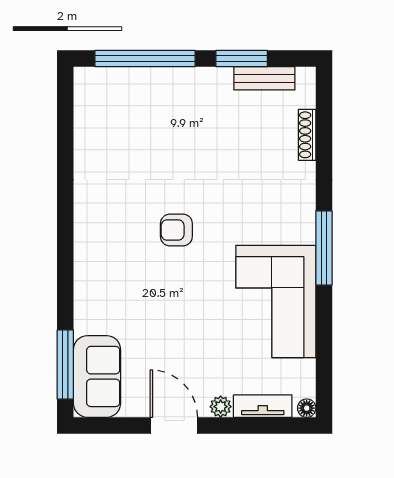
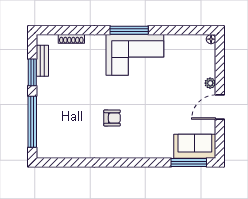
armchair: (176, 230) -> (112, 118), moved, turned -90
corner sofa: (276, 301) -> (135, 55), moved
tv unit: (263, 406) -> (210, 62), removed

